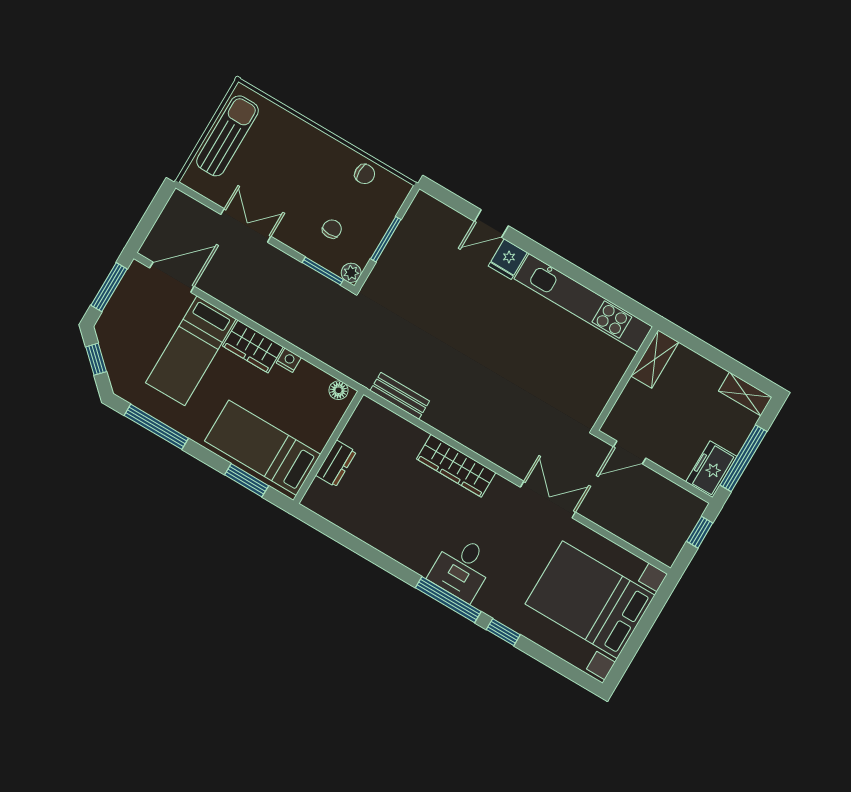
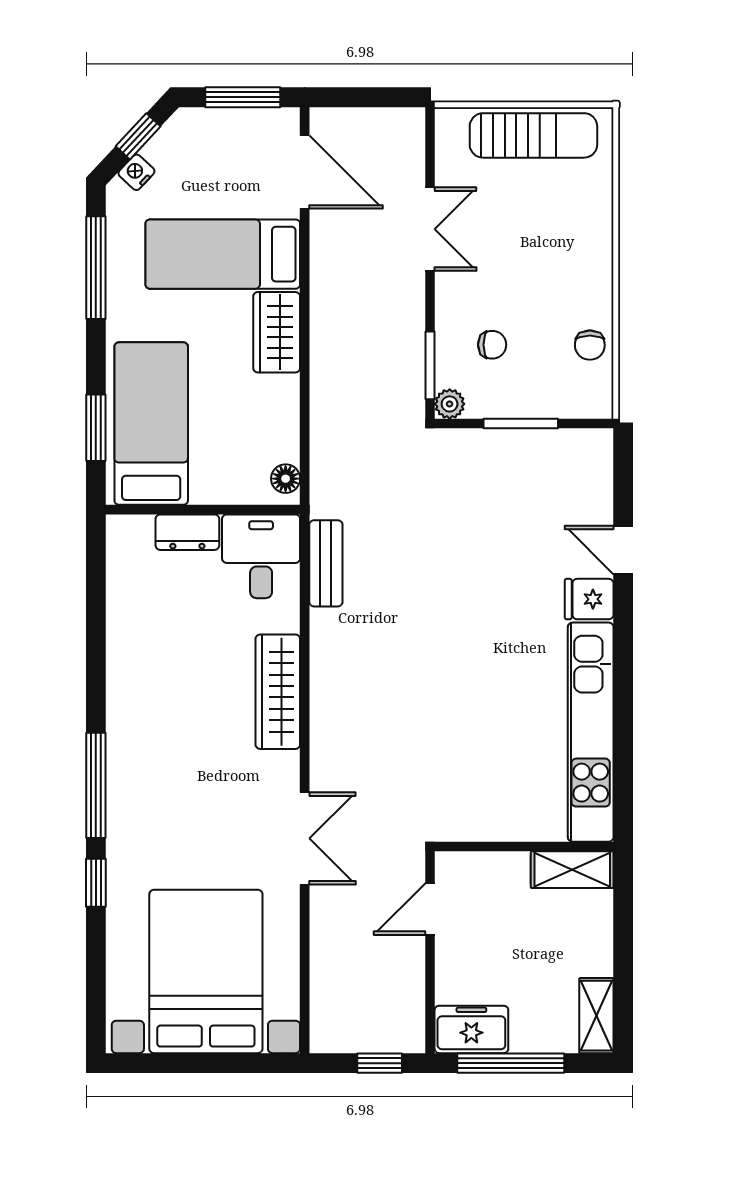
nightstand: (289, 360) -> (136, 172), moved, turned -137
door: (630, 452) -> (430, 909), hinge flipped
desk: (462, 568) -> (261, 556), moved, turned 90

